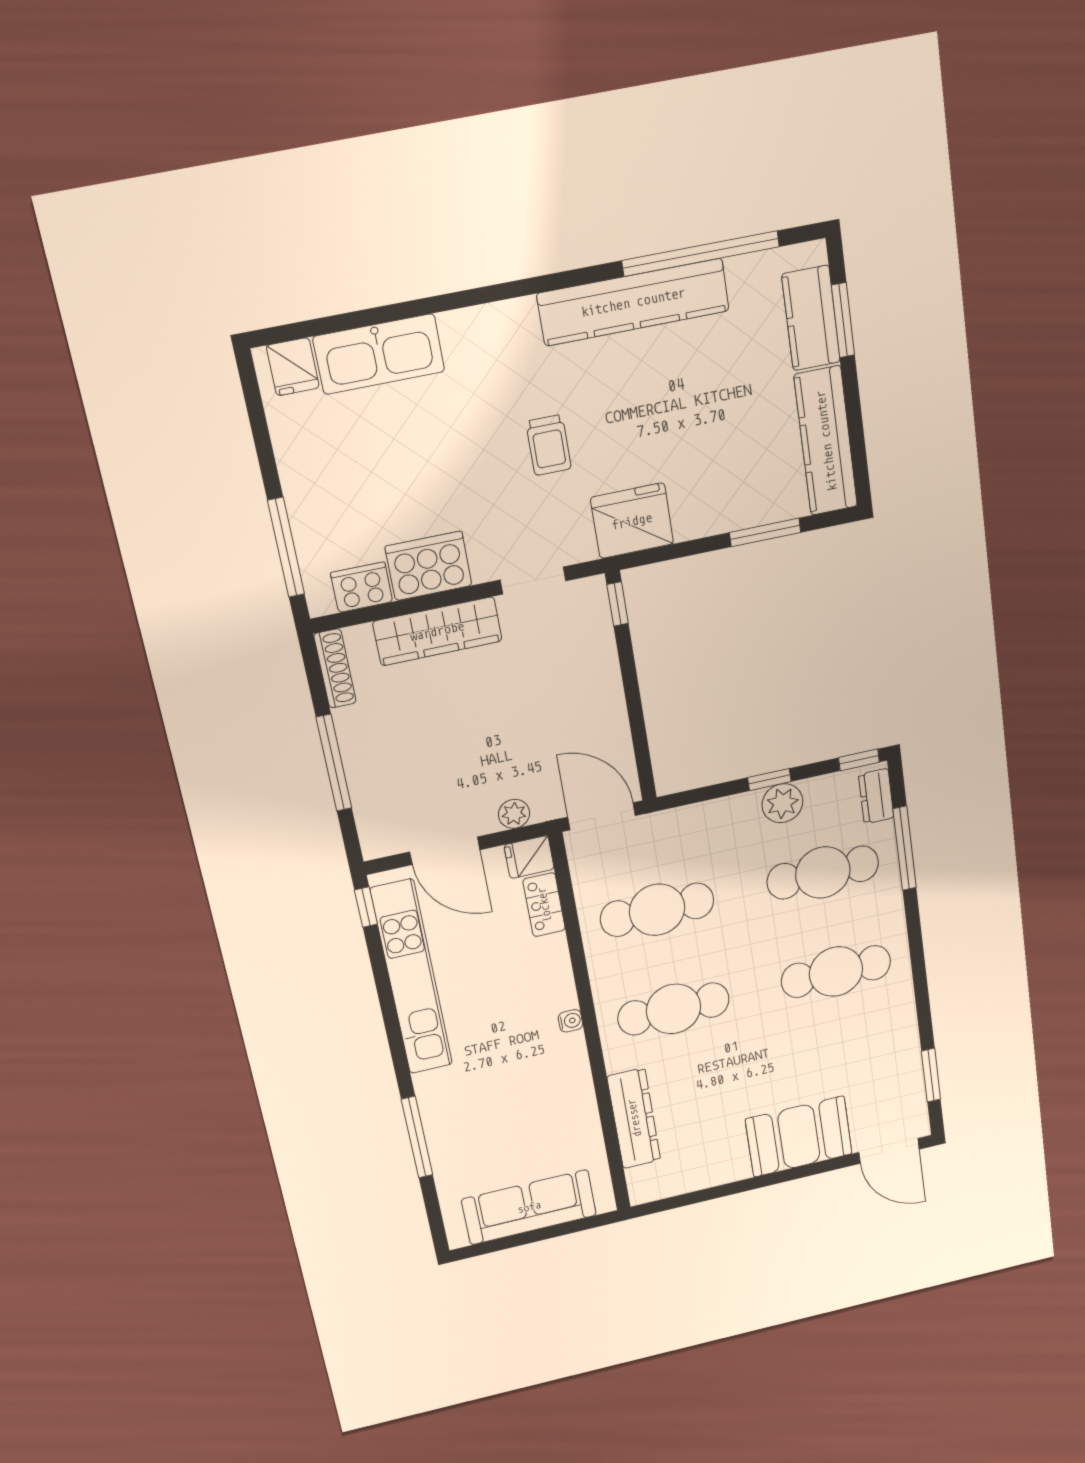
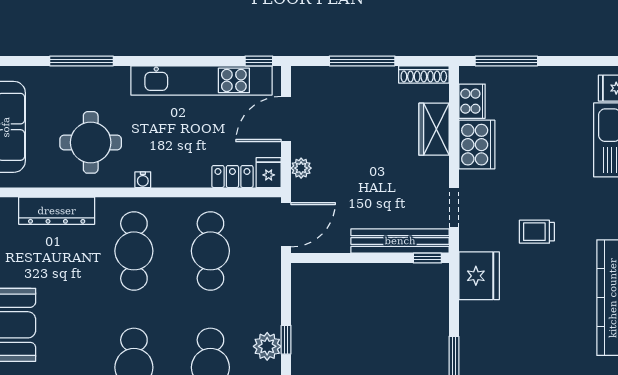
wardrobe: (437, 631) -> (434, 129), width x0.67
bench: (598, 650) -> (400, 241), added
round table: (530, 1099) -> (91, 142), added

